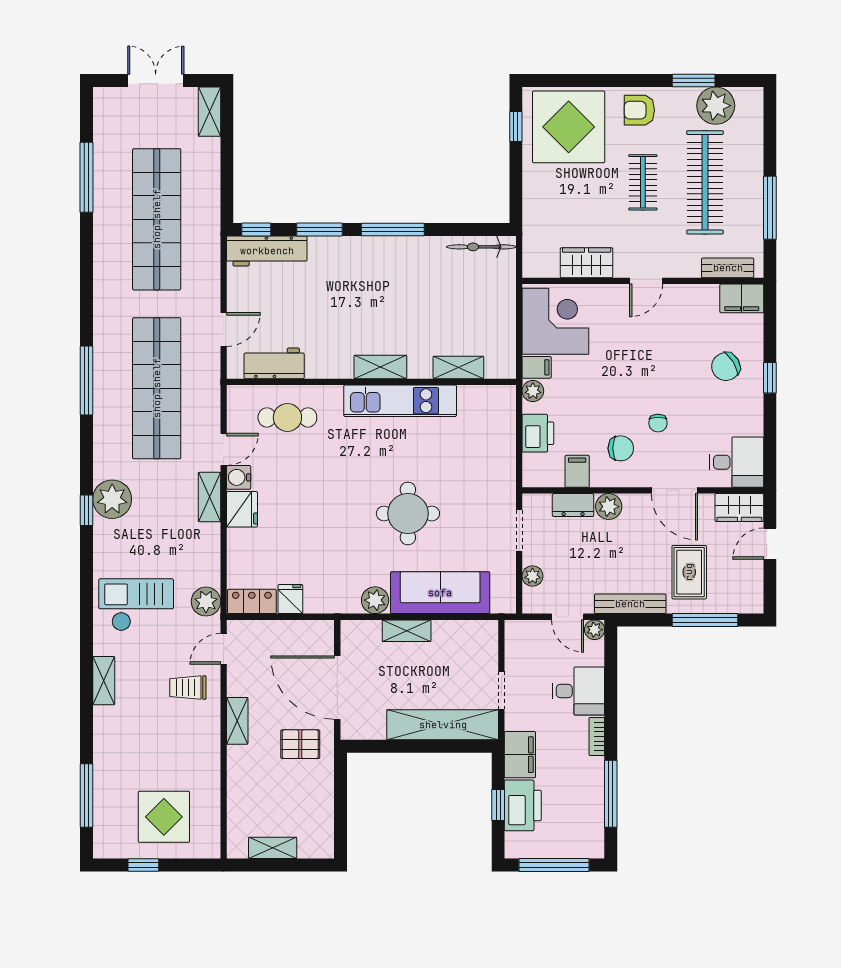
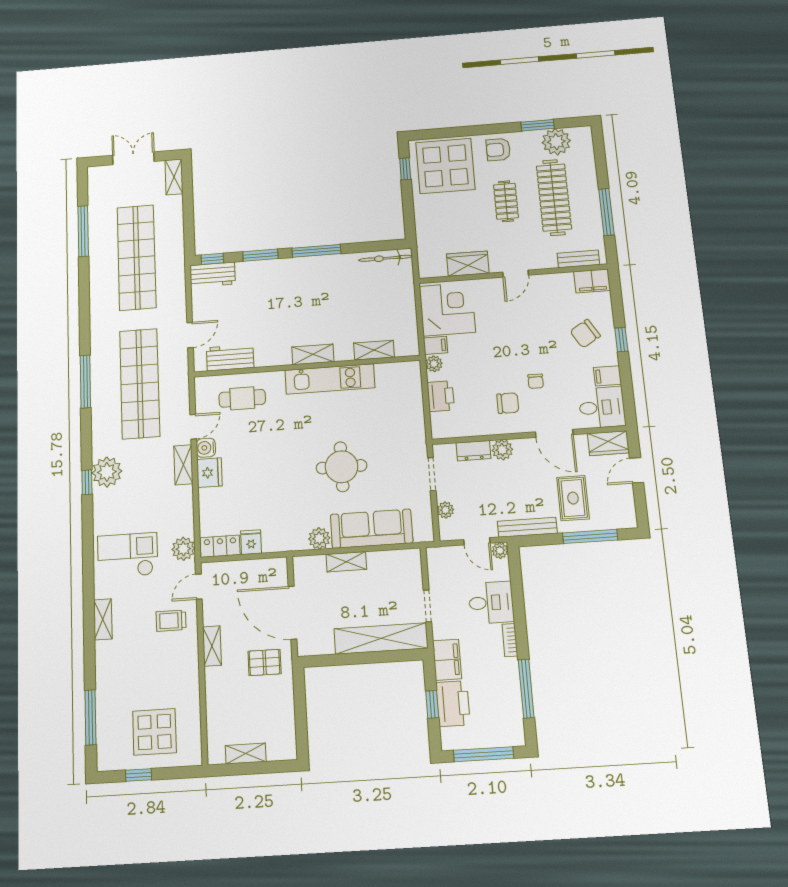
workbench: (267, 251) -> (213, 275), width x0.73
filing cabinet: (577, 471) -> (607, 376), moved, turned -90

